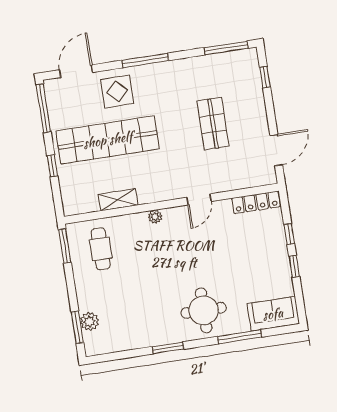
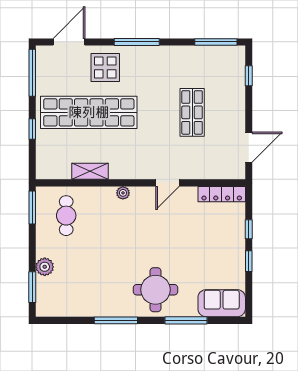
plant: (89, 321) -> (45, 267), moved
window: (168, 348) -> (116, 320), width x1.44

